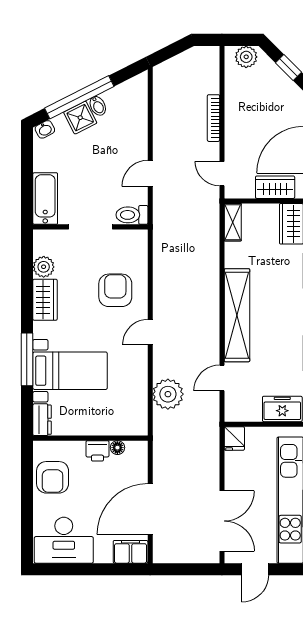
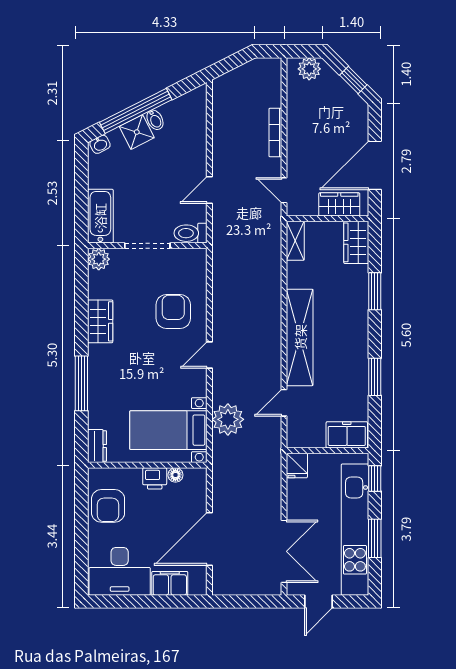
plant: (44, 267) -> (99, 259), moved
bed with nightstands: (70, 371) -> (168, 430), moved, turned 180
filing cabinet: (131, 552) -> (170, 583), moved

